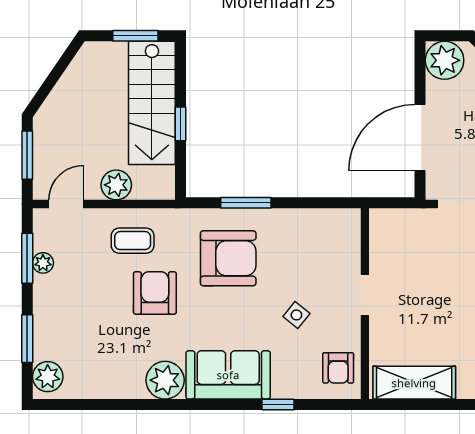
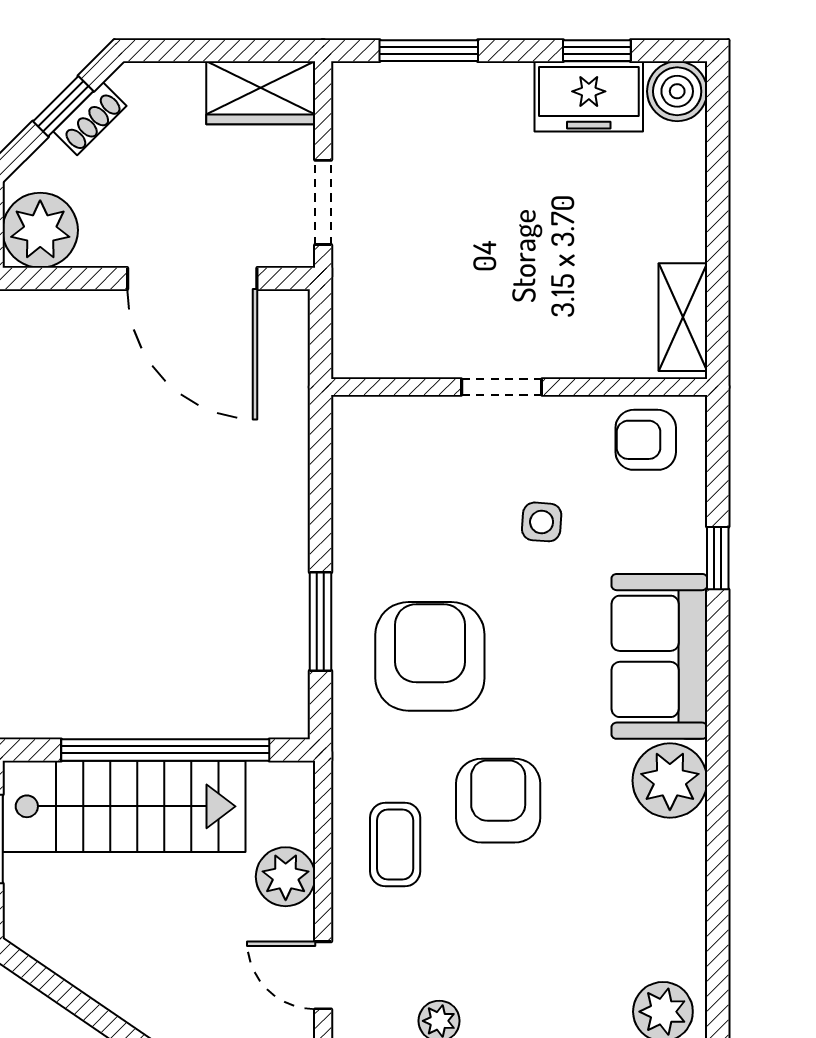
window: (181, 124) -> (165, 750), width x3.17
armchair: (155, 293) -> (498, 801), turned 90
side table: (296, 315) -> (542, 522), turned -35
armchair: (338, 368) -> (646, 440), turned 180
shelving: (414, 383) -> (683, 317), width x0.67, depth x0.75

